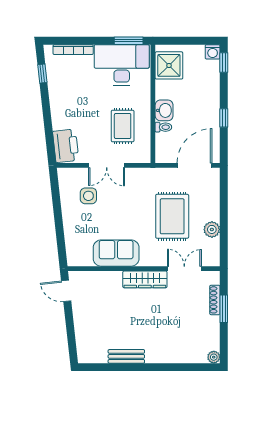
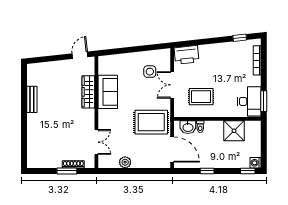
desk: (122, 65) -> (249, 101), width x0.73, depth x0.77
shower: (169, 65) -> (234, 131), moved
washbasin: (164, 110) -> (188, 127), moved
rug: (172, 216) -> (151, 122), moved
wardrobe: (145, 279) -> (88, 92), moved
plant: (214, 357) -> (31, 164), removed

